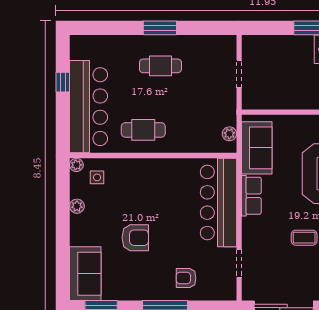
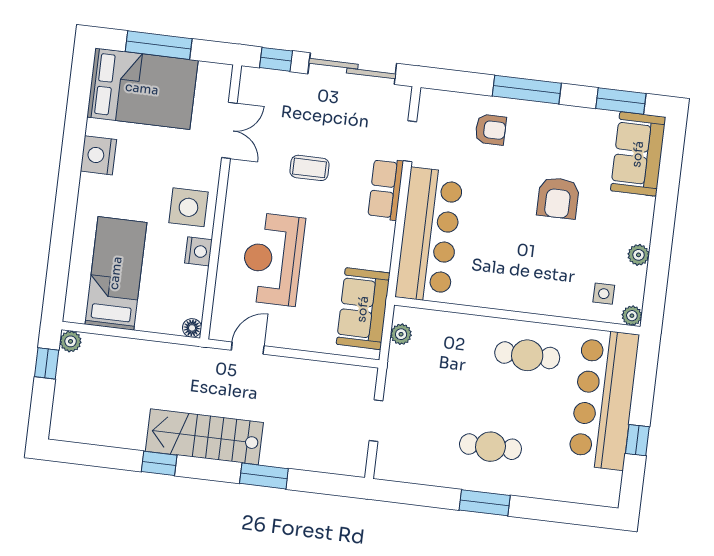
row of seats: (251, 196) -> (386, 189), moved
armchair: (135, 238) -> (558, 198), turned -90

